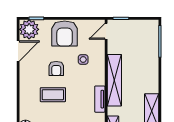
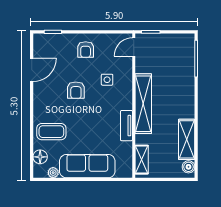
plant: (29, 29) -> (44, 45), removed
armchair: (65, 34) -> (86, 50), width x0.53, depth x0.53
coffee table: (53, 95) -> (51, 132), moved

